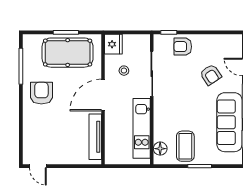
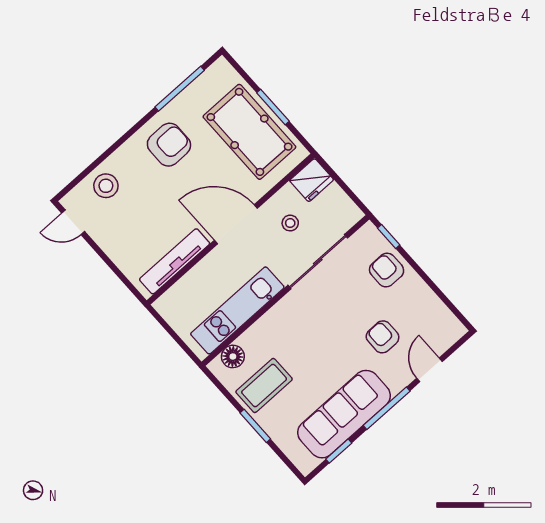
armchair: (211, 75) -> (383, 337), turned 124
stool: (35, 137) -> (106, 186), added
door: (38, 166) -> (73, 222), hinge flipped

